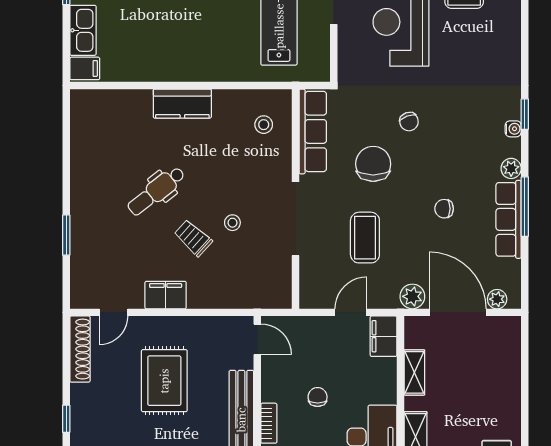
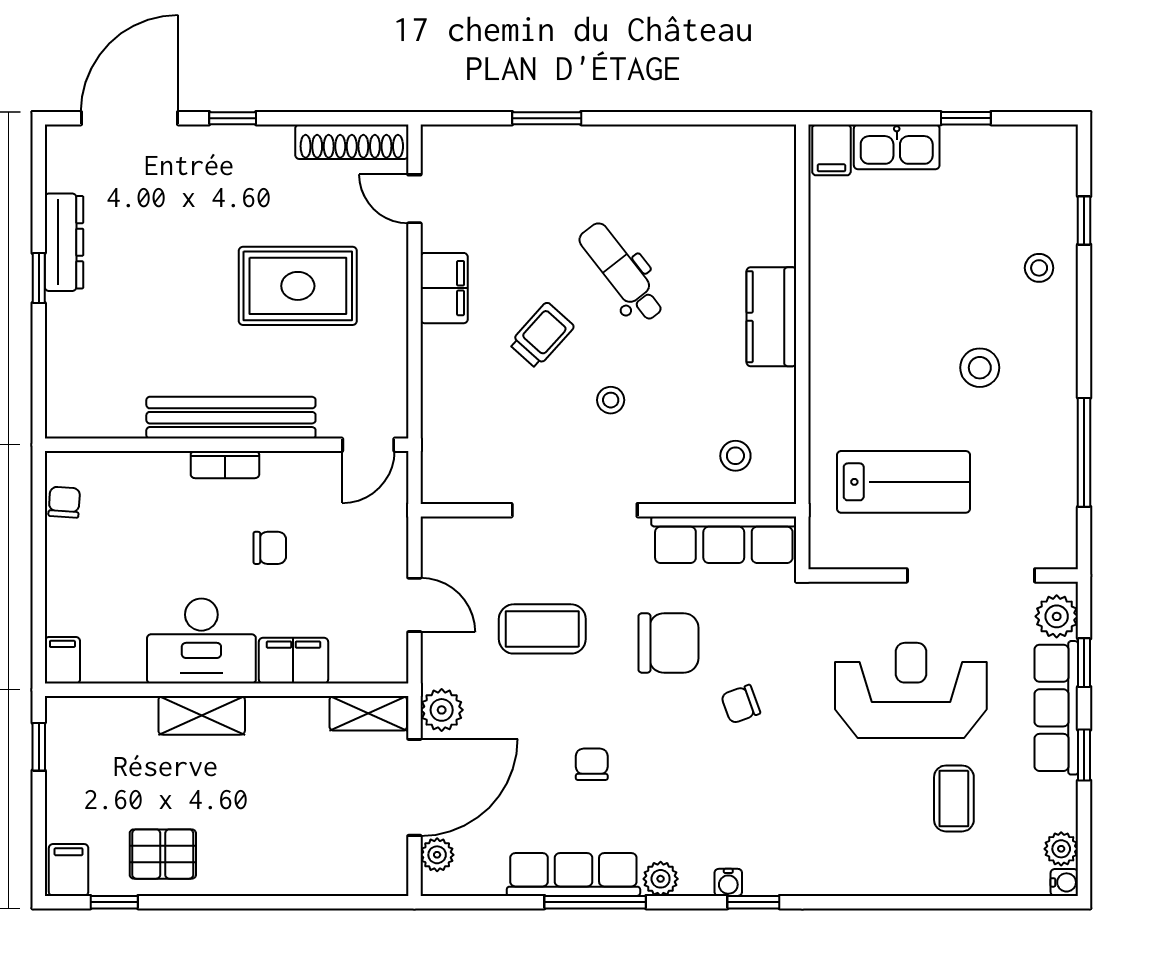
stool: (232, 223) -> (611, 400), moved
filing cabinet: (384, 336) -> (293, 661), moved
shelving: (414, 372) -> (368, 713), moved

